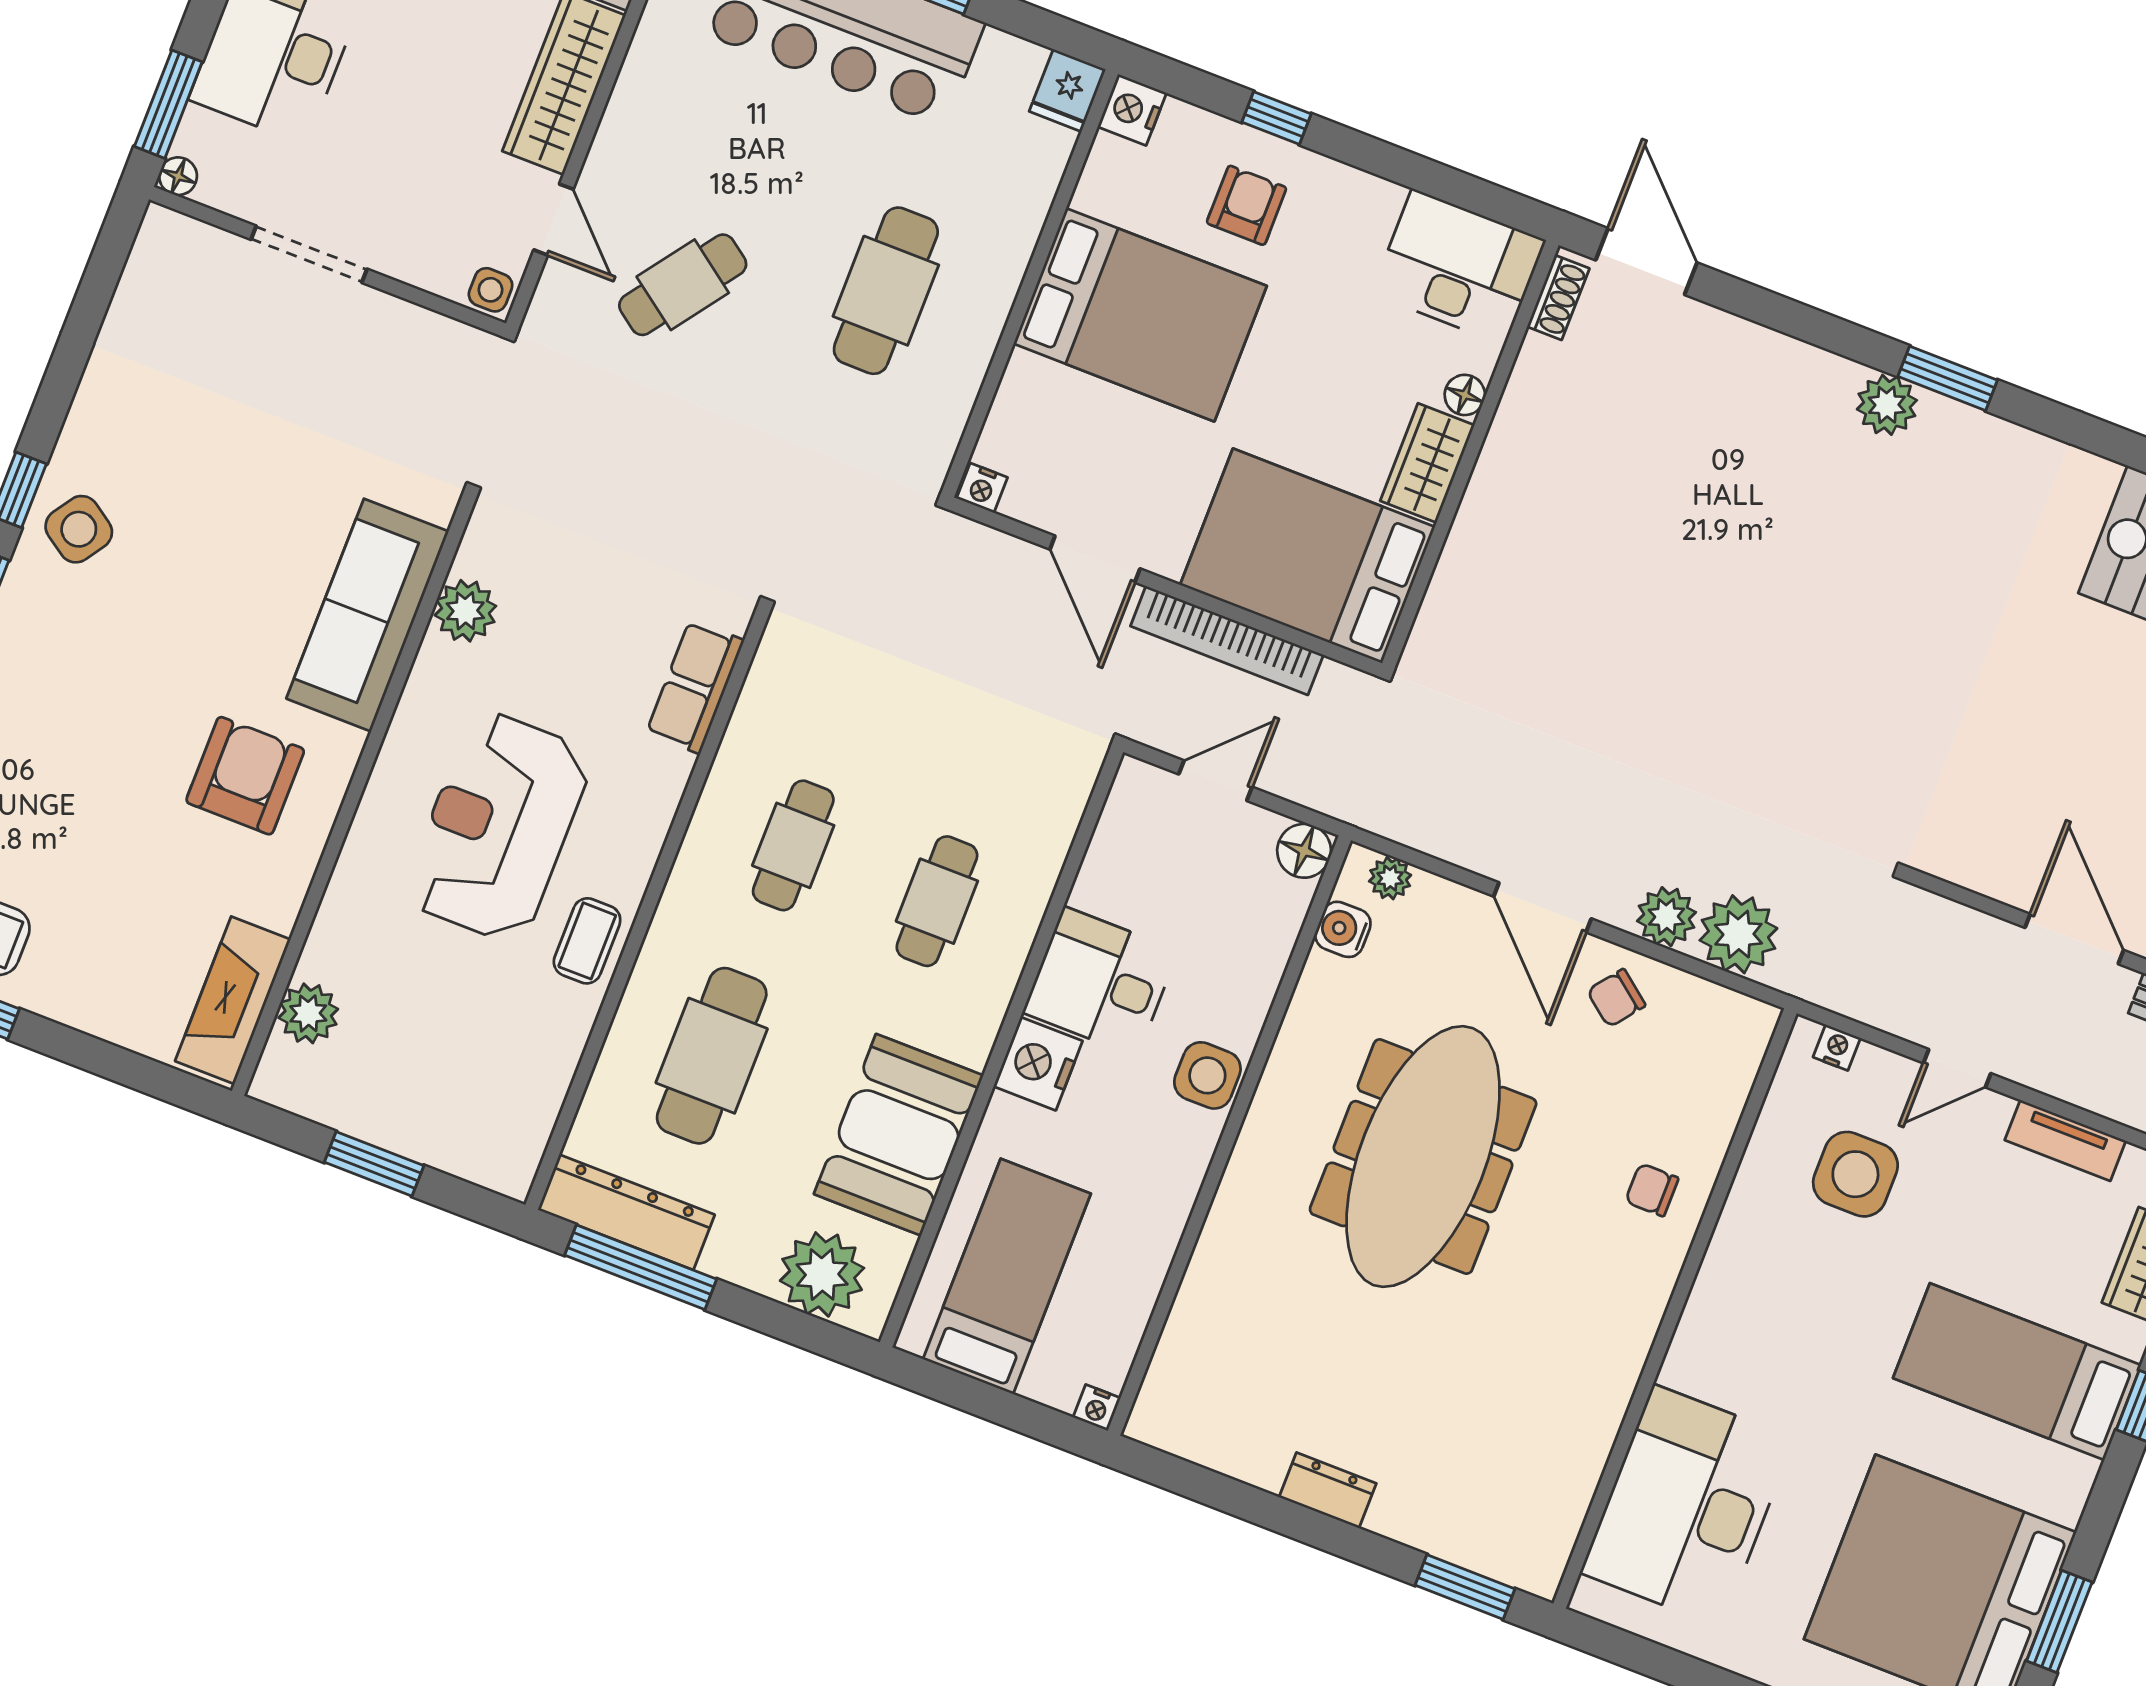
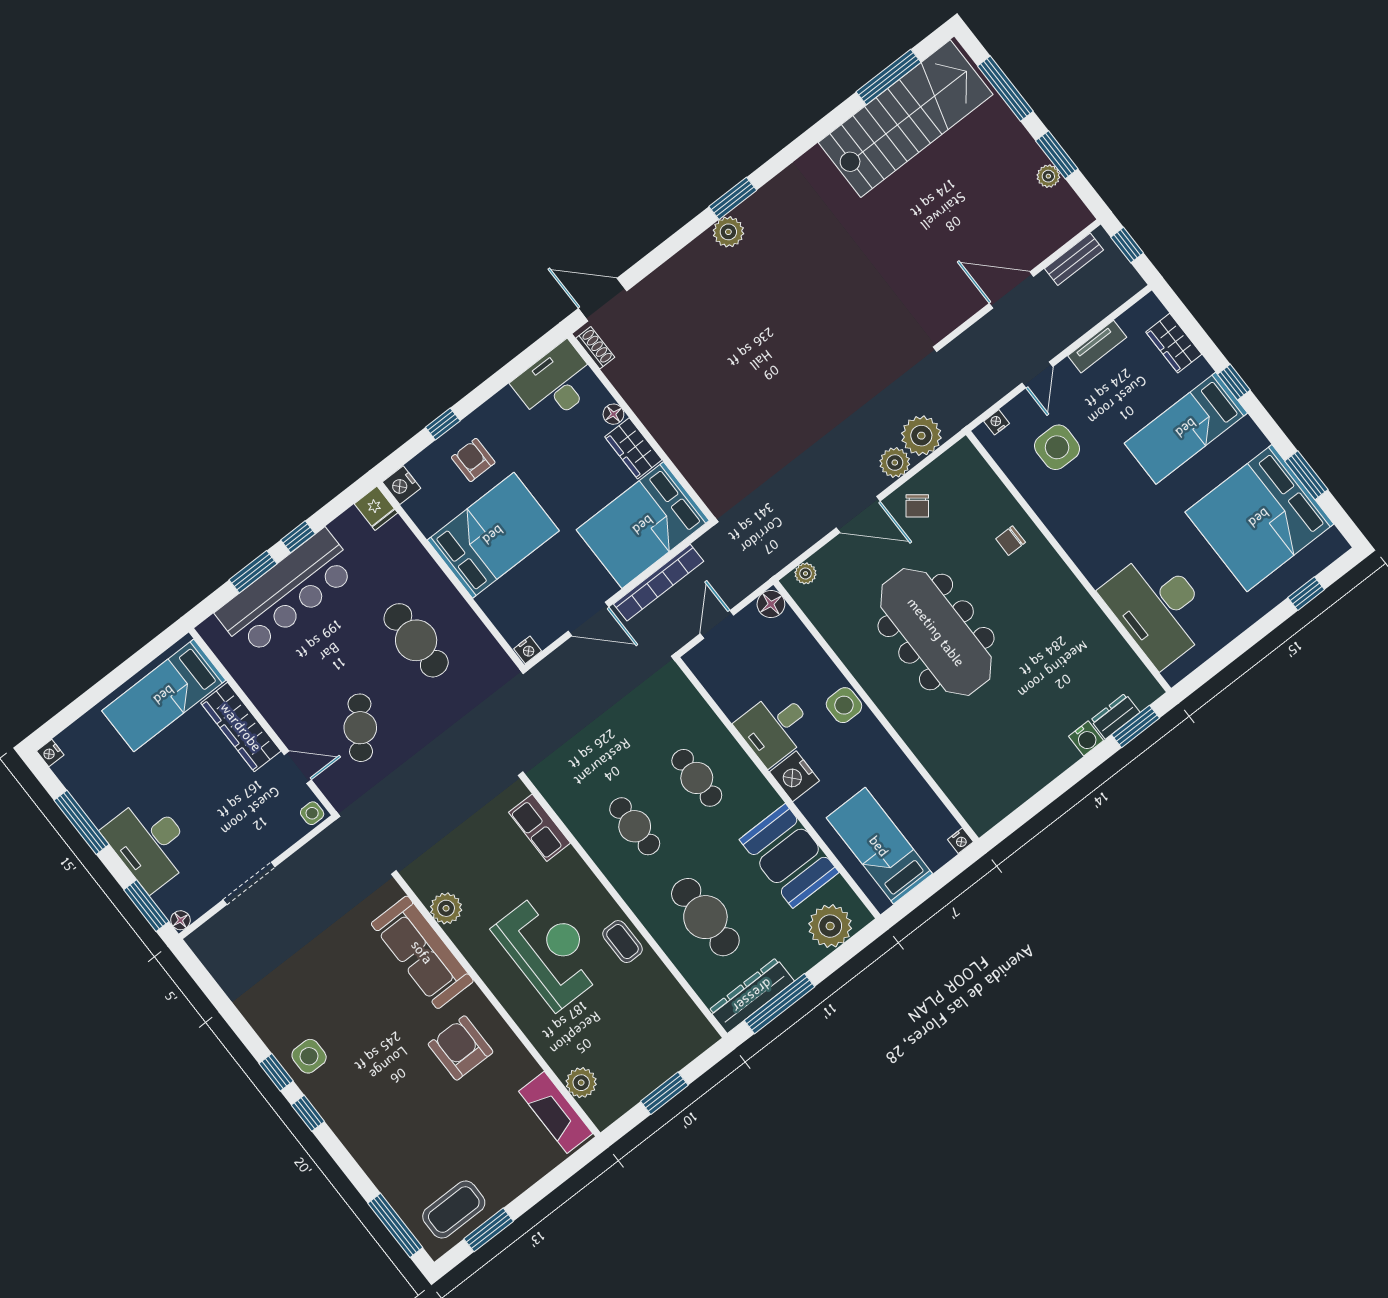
side table: (79, 529) -> (309, 1056), turned -34
reception desk: (498, 827) -> (549, 951), turned 180
water cooler: (1343, 929) -> (1086, 738), moved, turned -90
dresser: (1328, 1490) -> (1115, 716), moved

